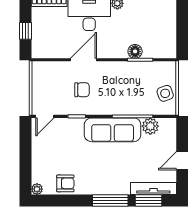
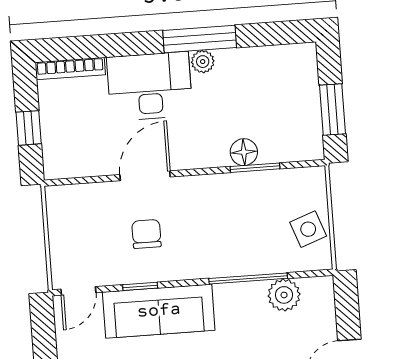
window: (182, 33) -> (333, 110), added
chair: (82, 90) -> (146, 234), turned -90
sofa: (113, 130) -> (159, 311), moved

